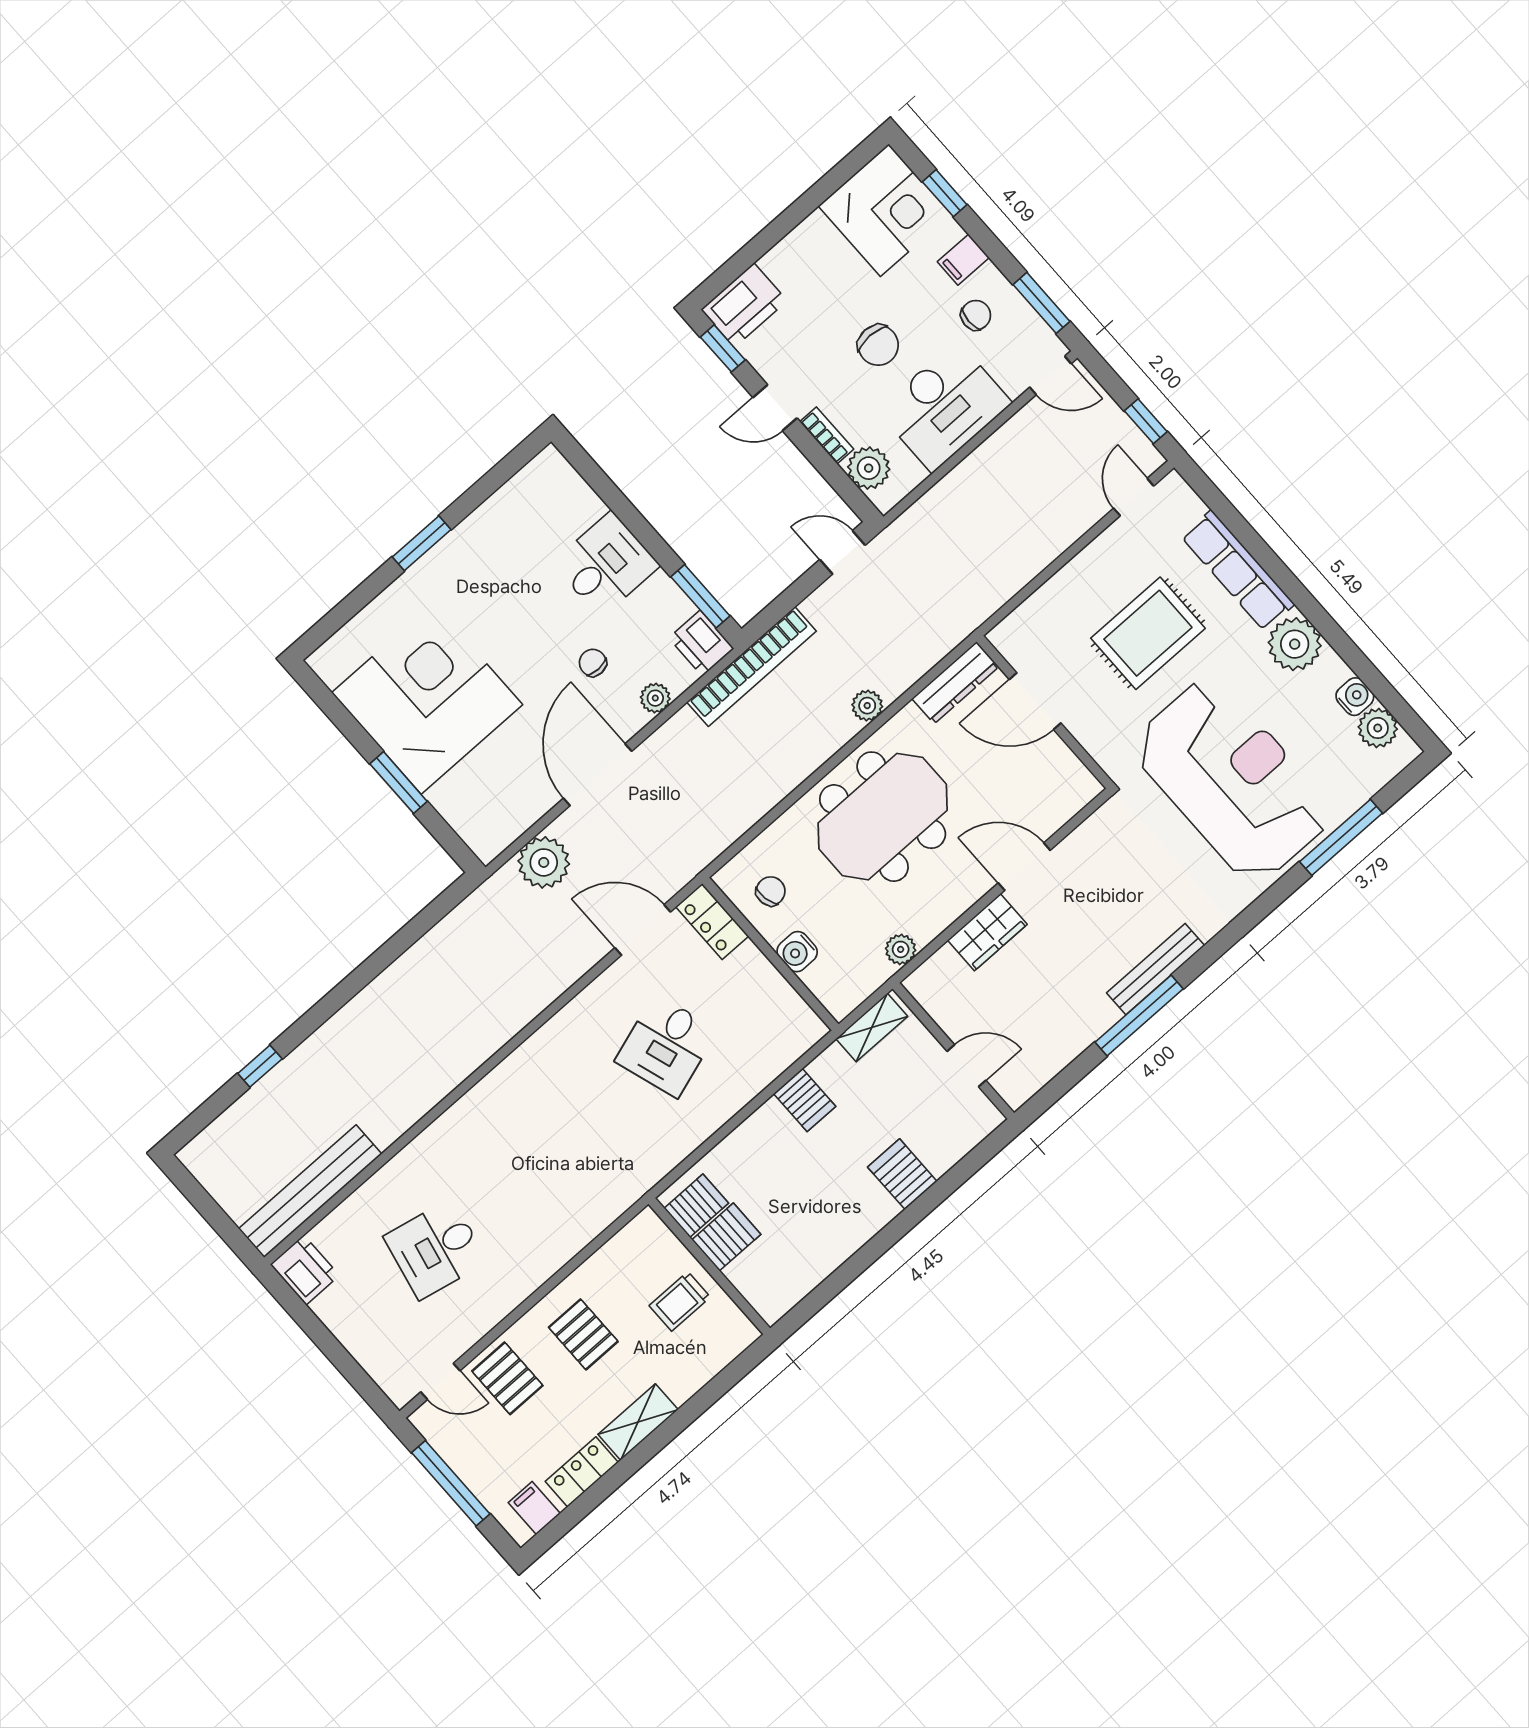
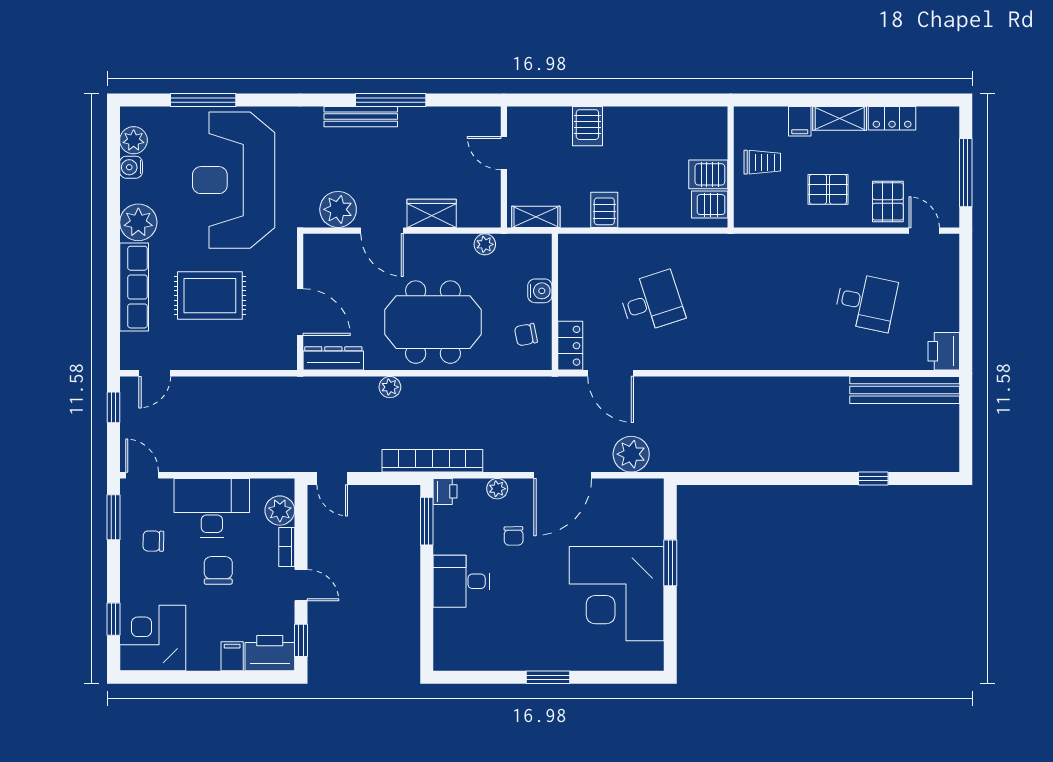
filing cabinet: (963, 260) -> (232, 656), moved, turned -90
printer: (701, 643) -> (445, 491), width x0.73, depth x0.81
plant: (1092, 848) -> (338, 209), added
pallet: (583, 1334) -> (828, 189), turned 90
filing cabinet: (534, 1508) -> (800, 121), moved

